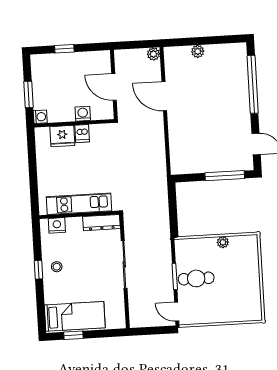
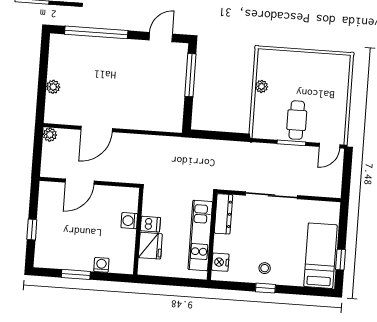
washing machine: (83, 114) -> (129, 221), moved
wall: (74, 123) -> (138, 231), moved
dishwasher: (82, 134) -> (150, 224), moved
fridge: (62, 136) -> (150, 246), moved

